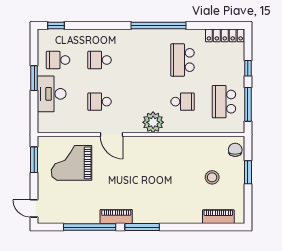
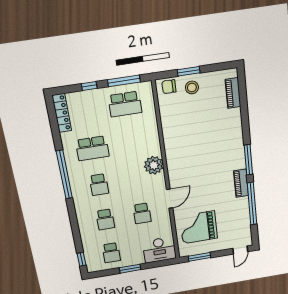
desk: (52, 94) -> (159, 250), moved
school desk: (183, 102) -> (99, 185), moved, turned 180
grand piano: (71, 163) -> (199, 227), turned 90
stool: (212, 177) -> (192, 87), moved

